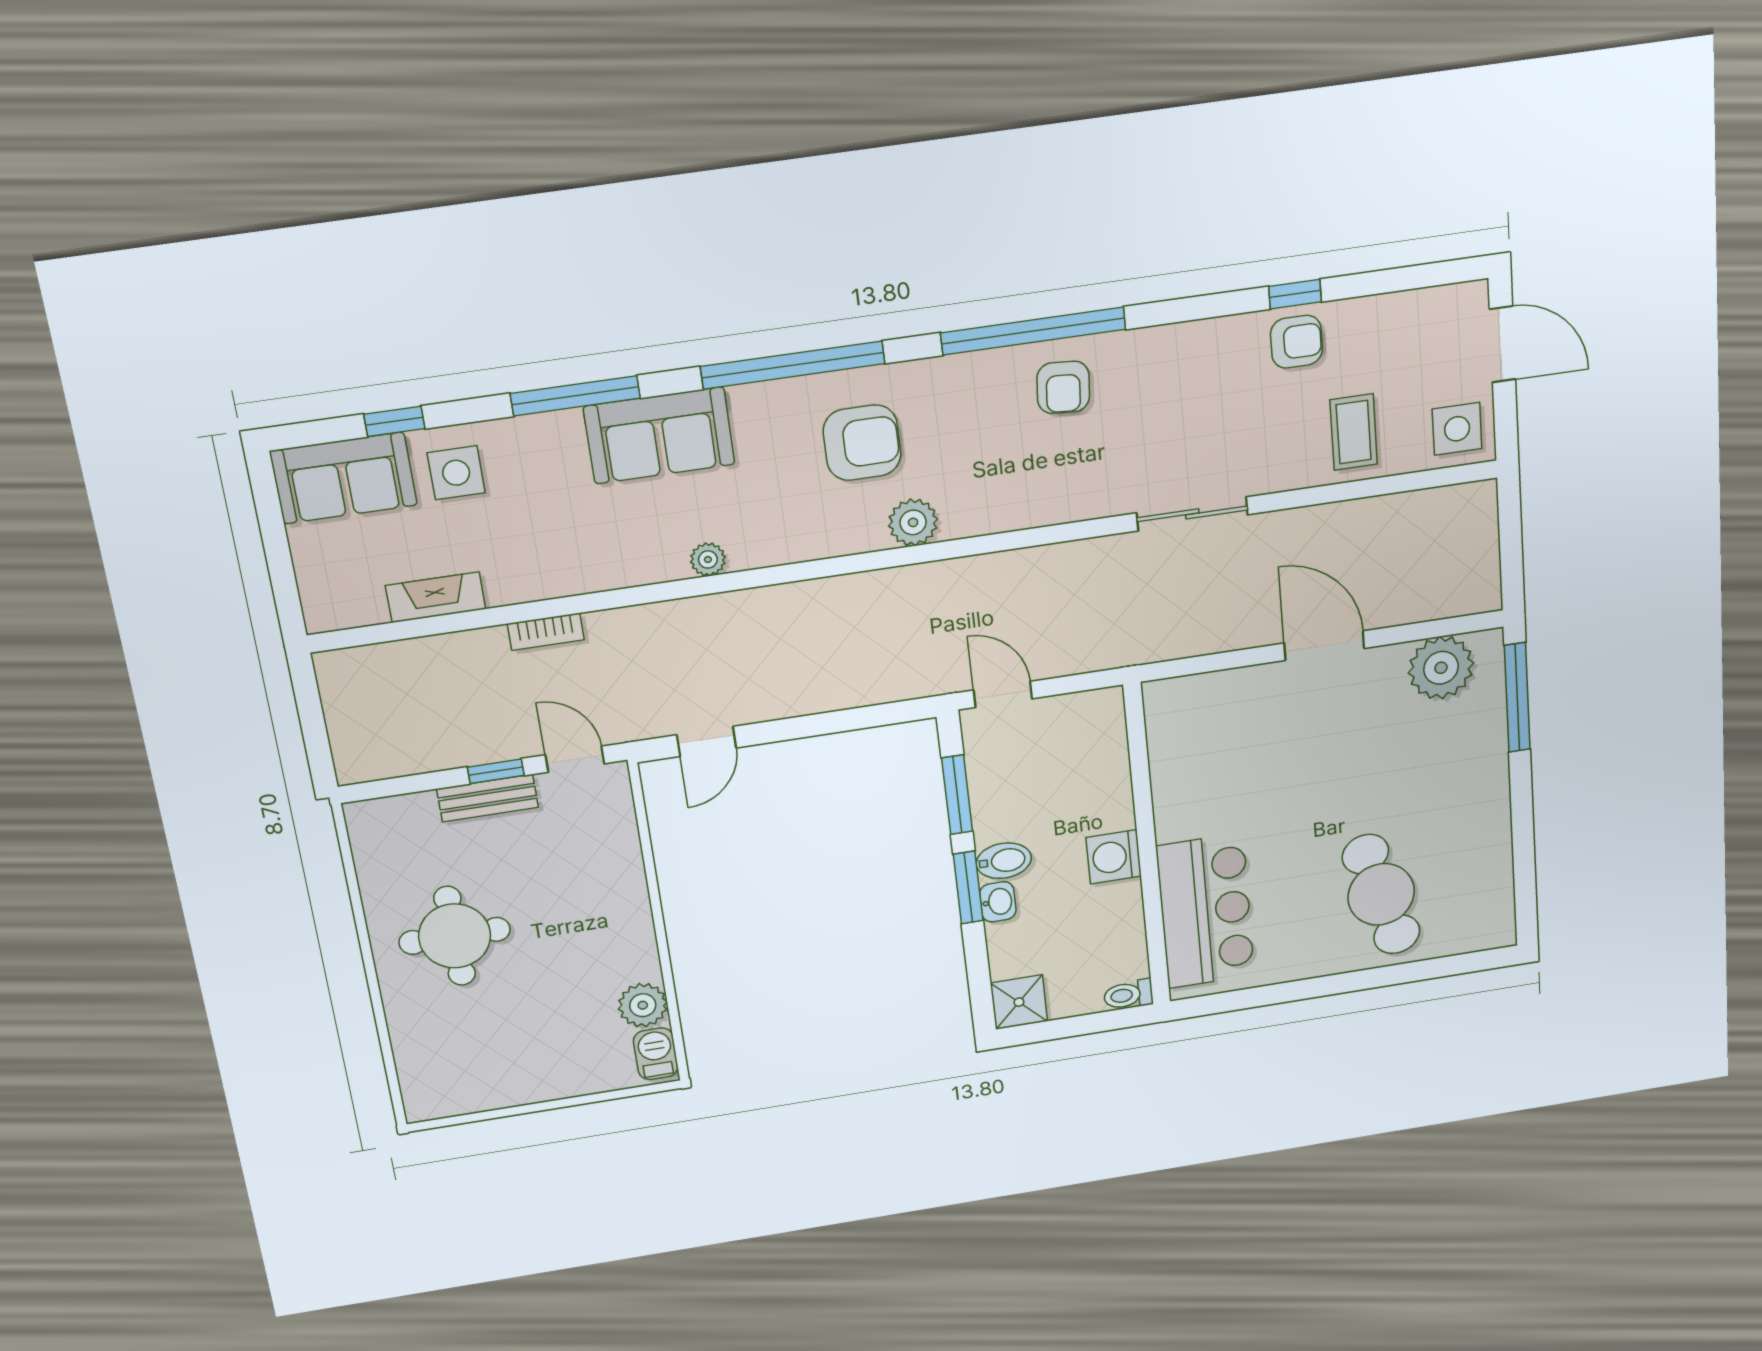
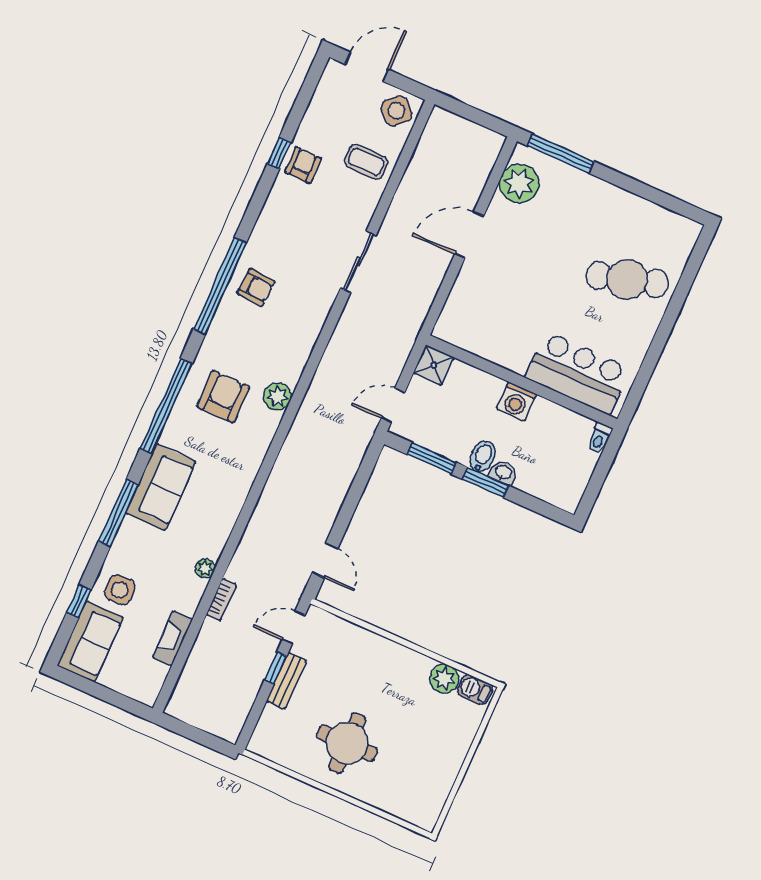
side table: (1457, 429) -> (396, 111), turned 45
plant: (708, 559) -> (205, 568), moved
shower: (1019, 1002) -> (434, 365), moved

